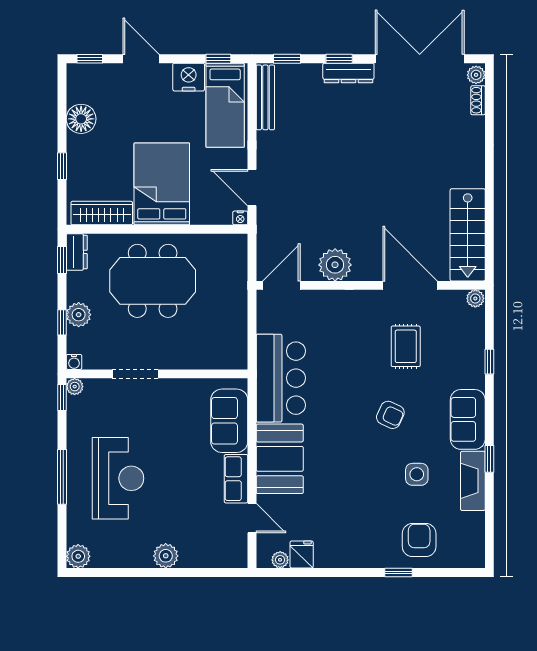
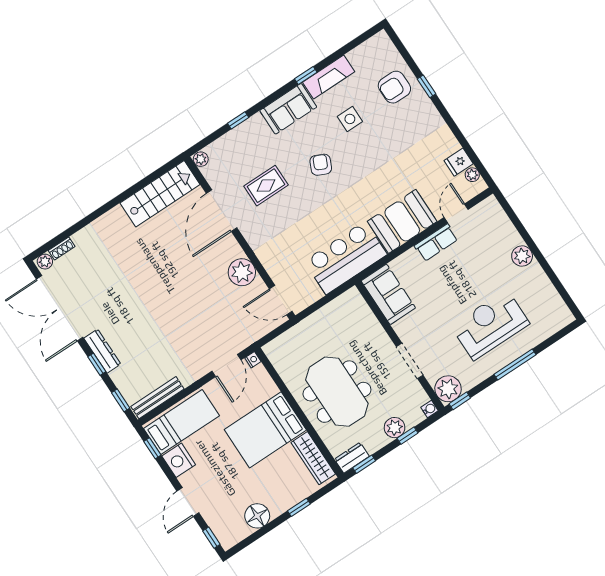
plant: (75, 387) -> (448, 389), width x1.88, depth x1.88
sofa: (229, 421) -> (388, 294), moved, turned -90
plant: (78, 556) -> (563, 317), removed

